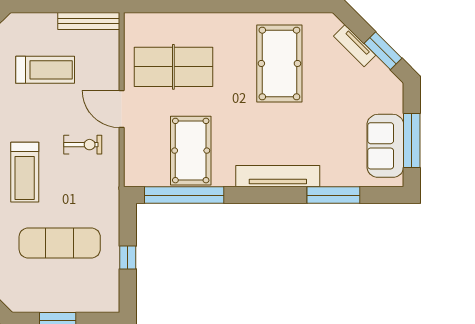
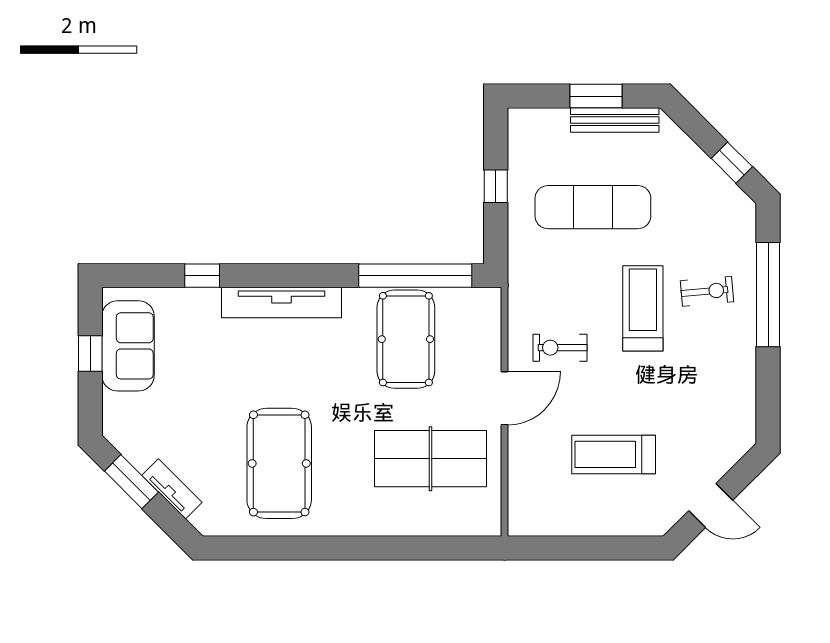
bench: (89, 21) -> (615, 120), moved
door: (122, 109) -> (504, 398), hinge flipped
window: (412, 140) -> (90, 354), width x0.46
window: (333, 195) -> (202, 276), width x0.46

